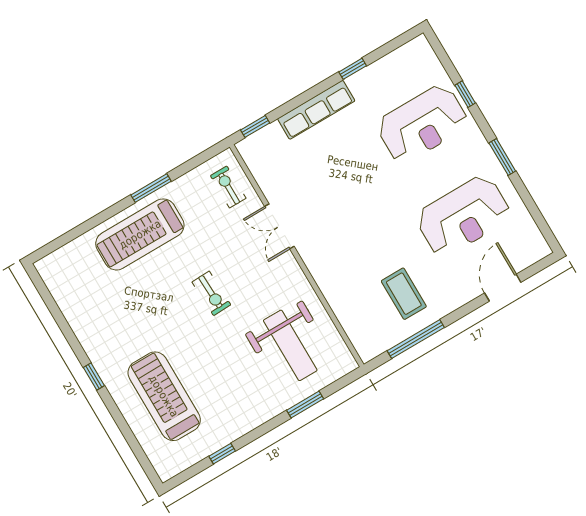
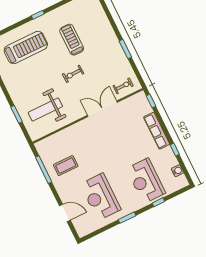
water cooler: (396, 60) -> (177, 171), added
double door: (279, 226) -> (102, 109), width x1.37
treadmill: (140, 234) -> (72, 40), moved, width x0.73, depth x0.73

